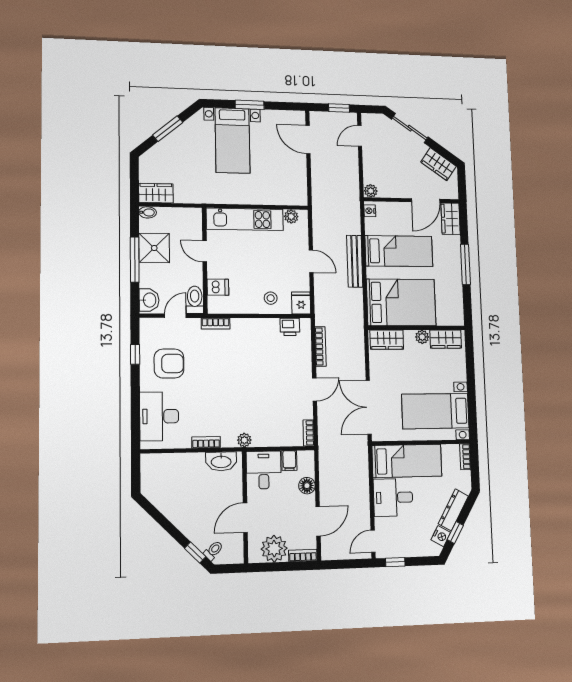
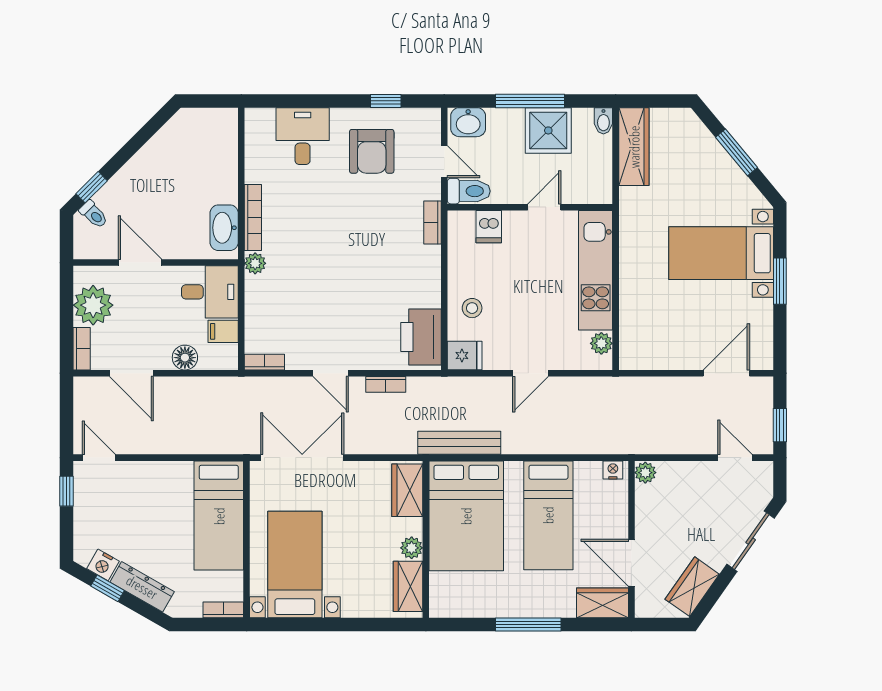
wardrobe: (156, 193) -> (634, 147), width x1.50
bench: (355, 261) -> (459, 443), moved
printer: (290, 327) -> (421, 337), width x1.87, depth x1.48
bookcase: (320, 346) -> (386, 384), width x0.64
desk: (159, 416) -> (303, 136), width x0.73
bookcase: (206, 442) -> (253, 217), width x1.56
desk: (393, 497) -> (164, 491), removed

